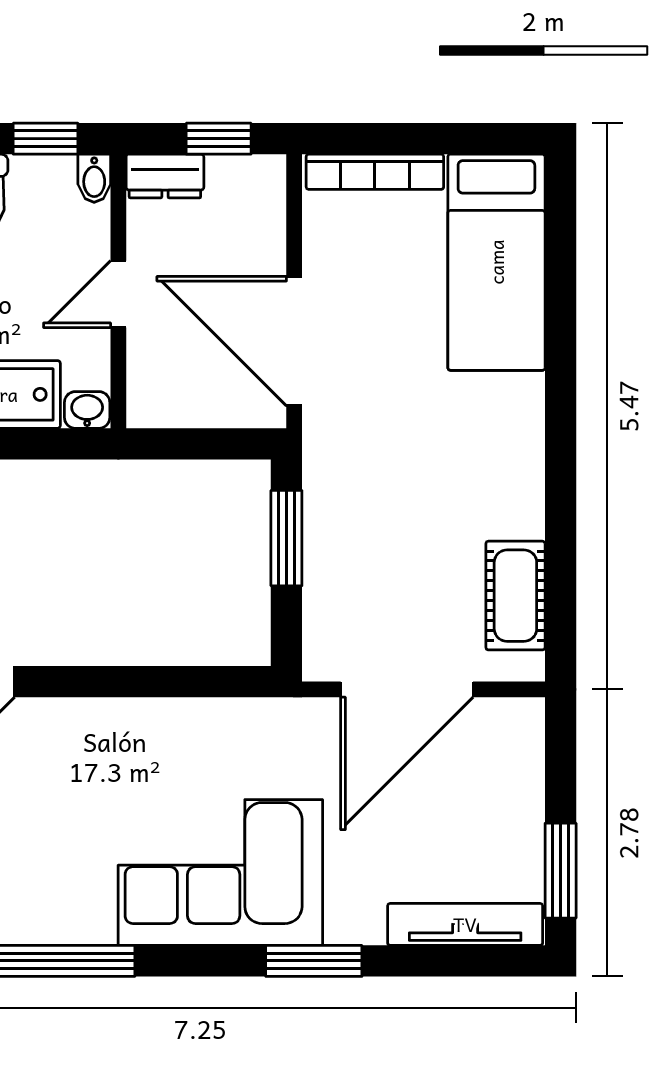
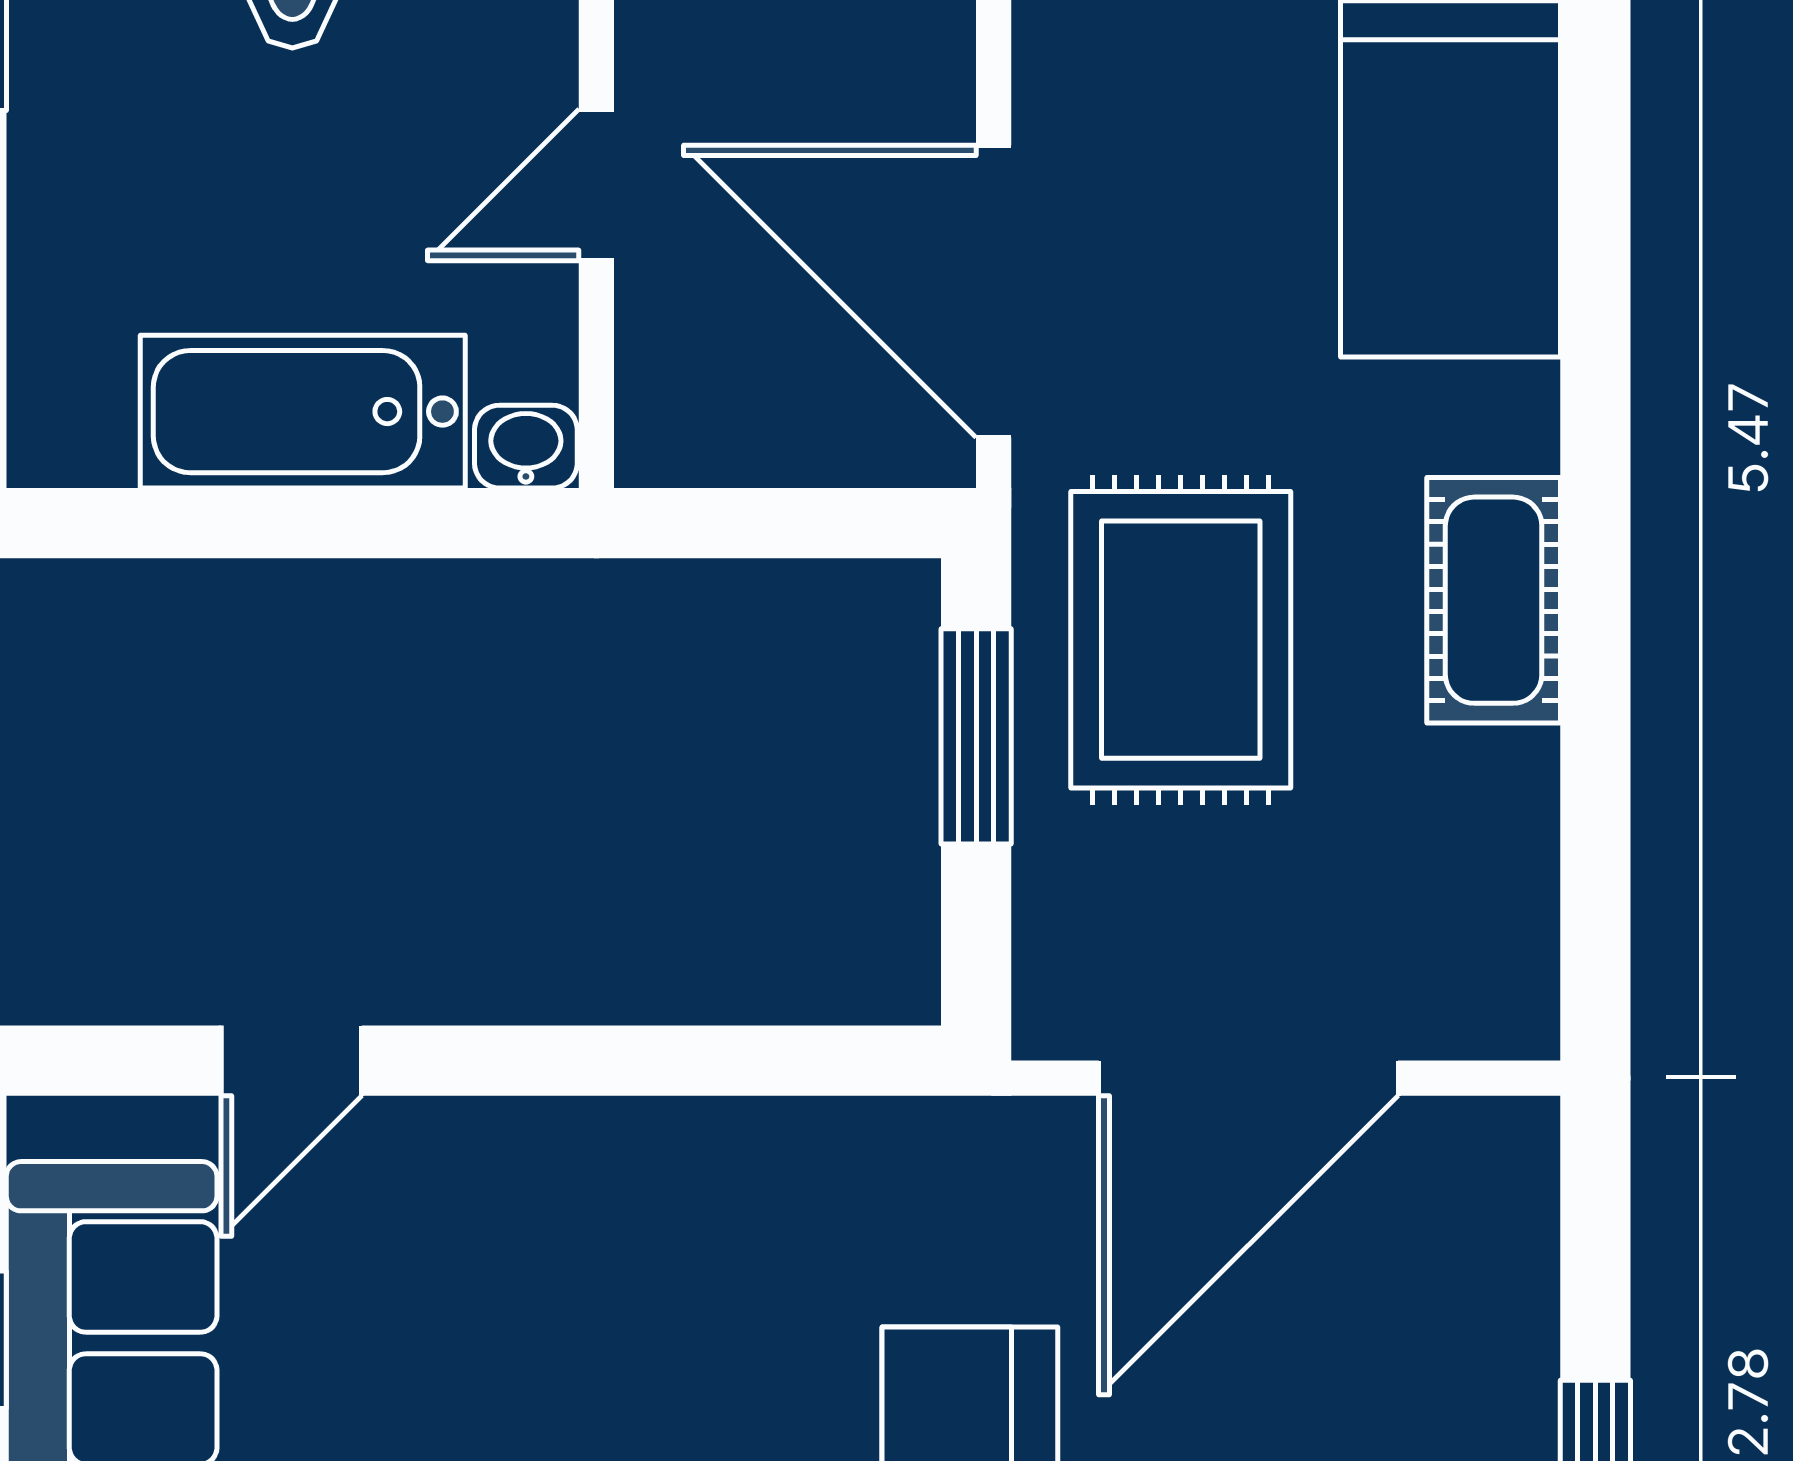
rug: (377, 495) -> (1181, 640), added
cot: (515, 596) -> (1494, 600), moved

